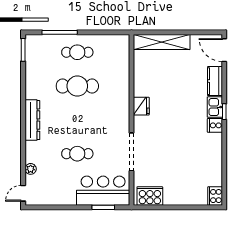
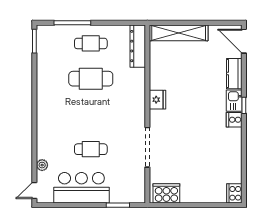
dresser: (32, 120) -> (138, 46), moved, turned 180
bar counter: (103, 191) -> (81, 188), moved

